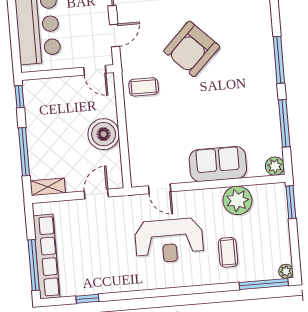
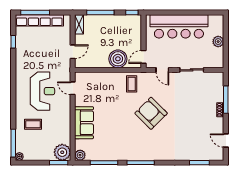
boiler: (104, 134) -> (118, 59), moved
door: (160, 189) -> (73, 88), hinge flipped
door: (96, 194) -> (73, 52), hinge flipped
plant: (237, 200) -> (62, 152), moved
reception desk: (169, 241) -> (42, 91), turned 180

